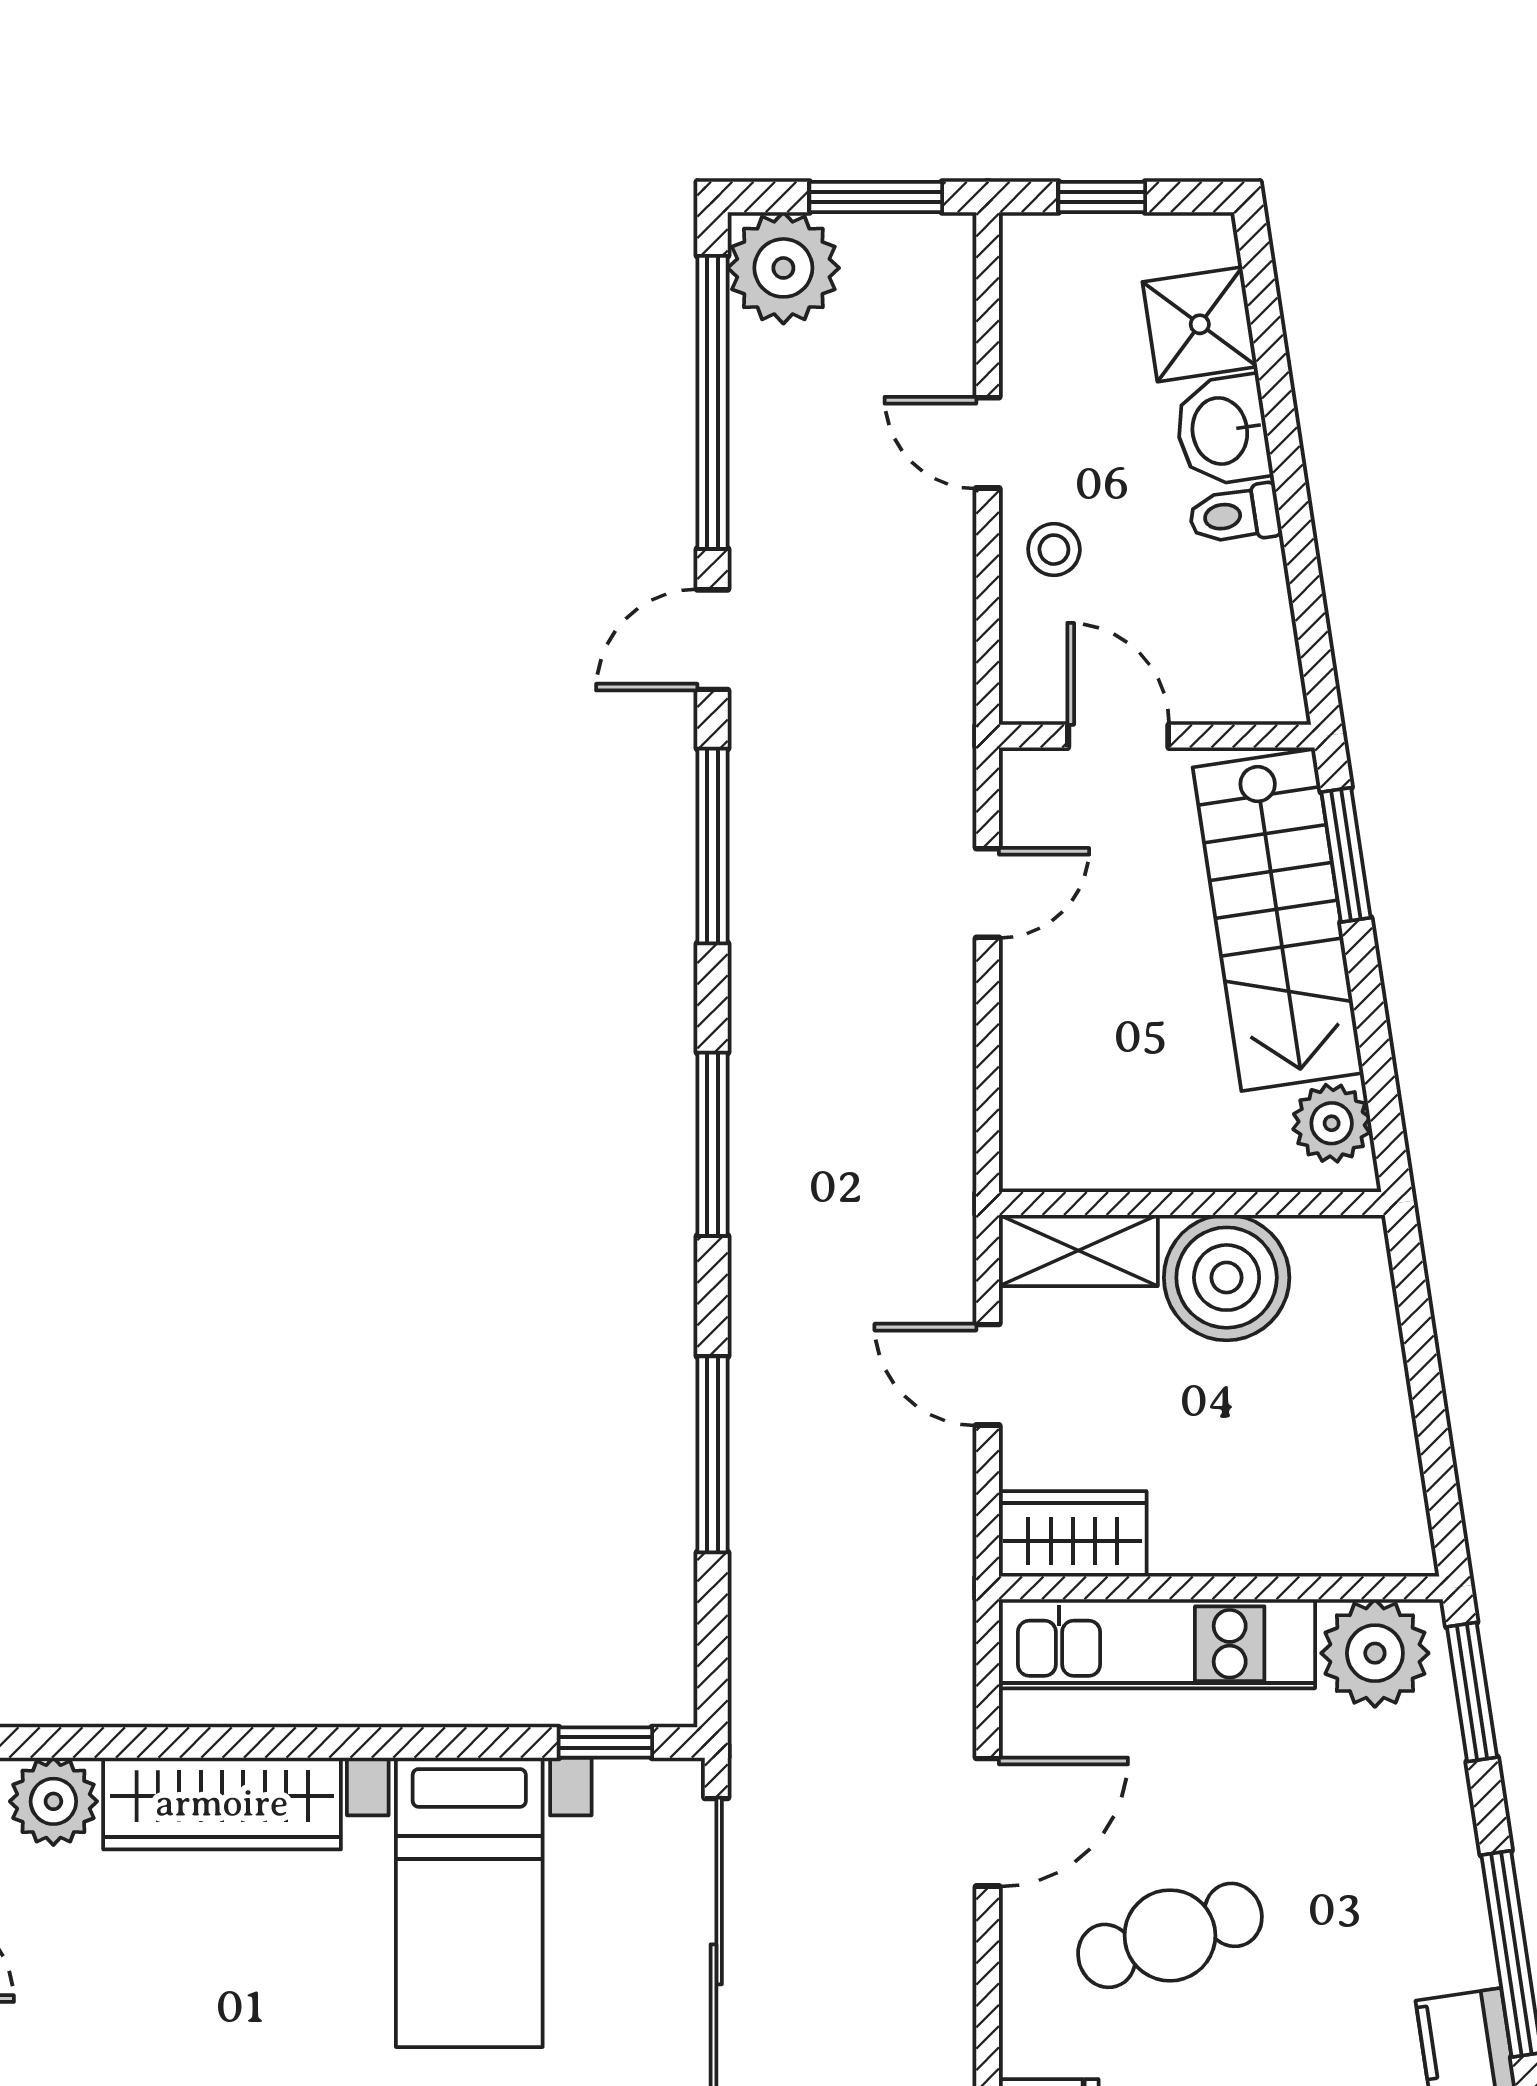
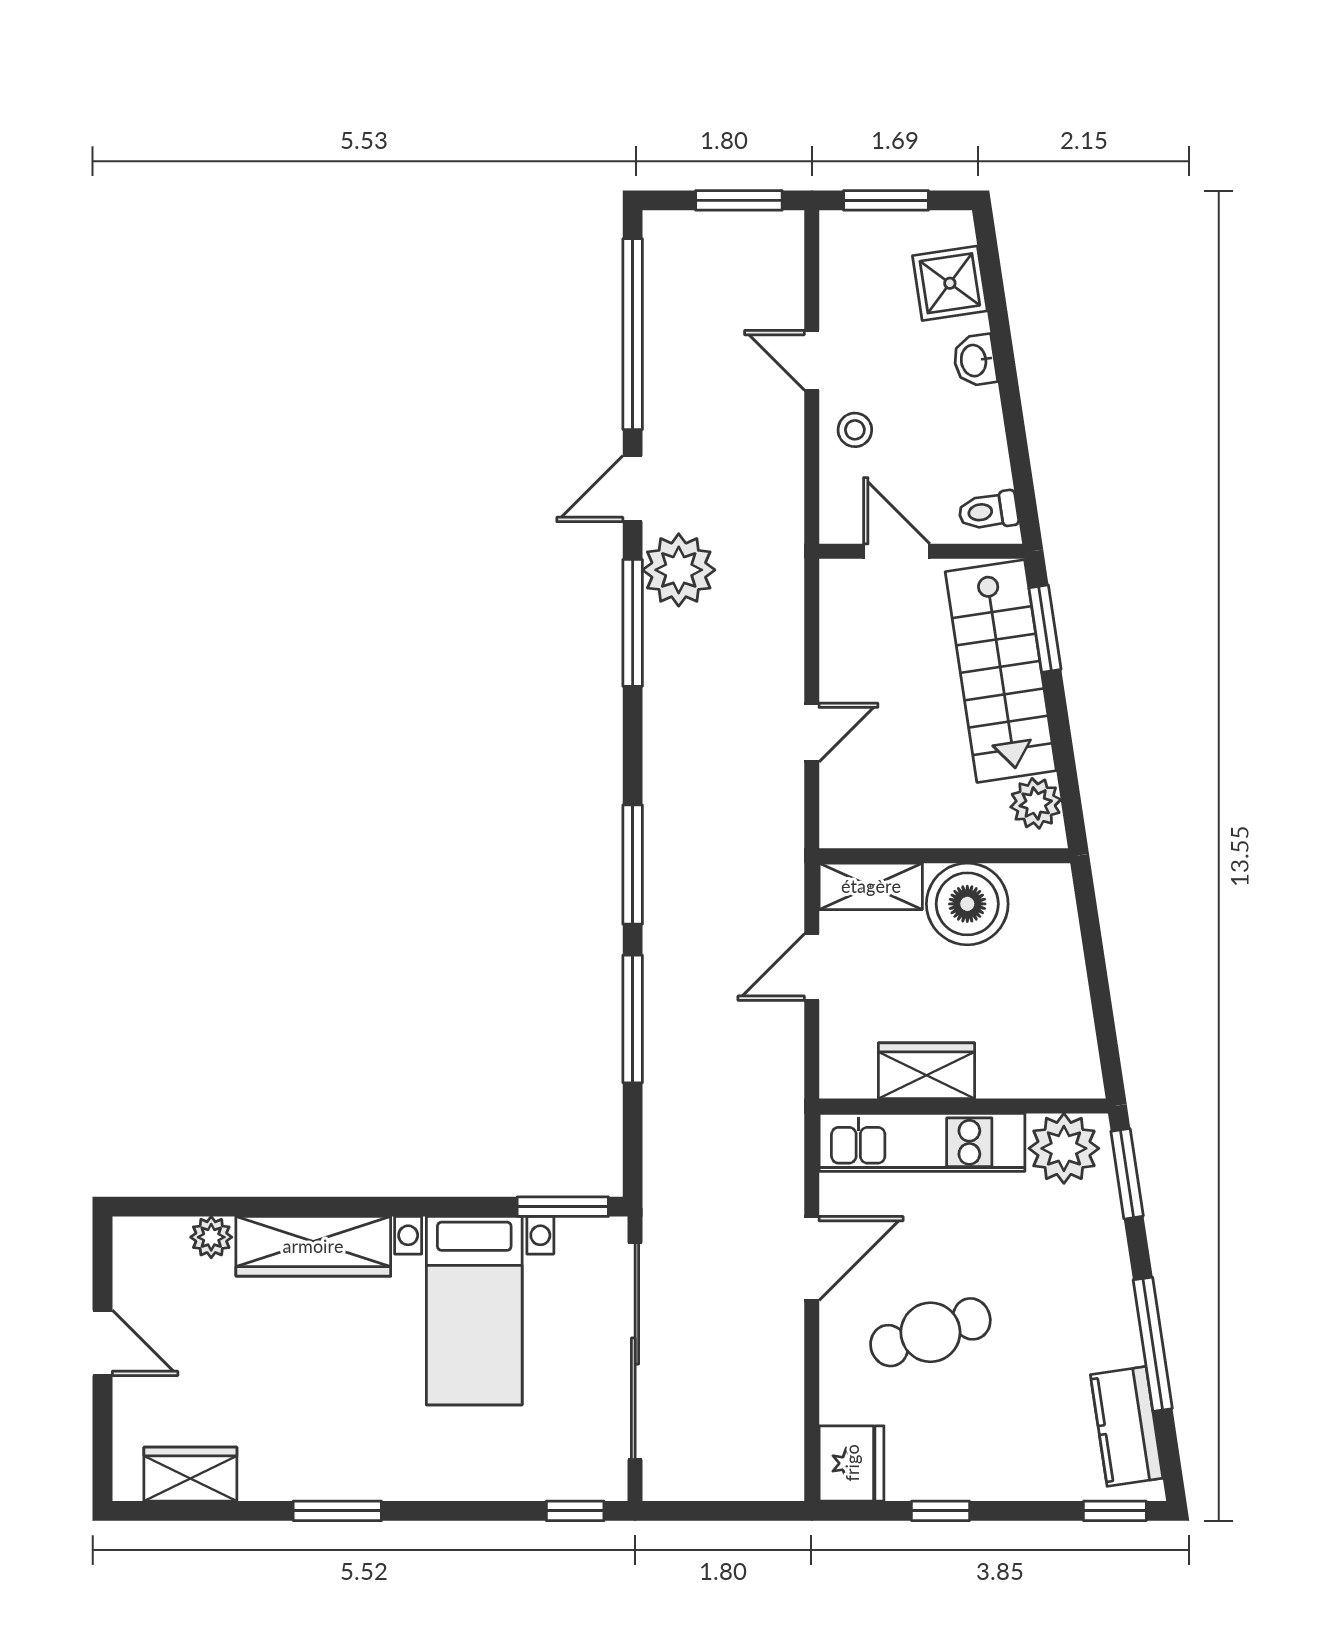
window: (1102, 197) -> (886, 200), width x1.50
plant: (783, 268) -> (679, 570), moved
washbasin: (1222, 431) -> (975, 360), width x0.72, depth x0.69
toilet: (1235, 515) -> (988, 511), moved
door: (988, 893) -> (812, 732), moved
window: (713, 1144) -> (633, 865), moved
door: (988, 1375) -> (812, 967), hinge flipped
wardrobe: (1073, 1534) -> (927, 1071), moved
window: (605, 1742) -> (563, 1207), width x1.50
plant: (53, 1801) -> (211, 1237), width x0.73, depth x0.73

